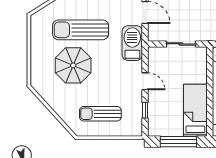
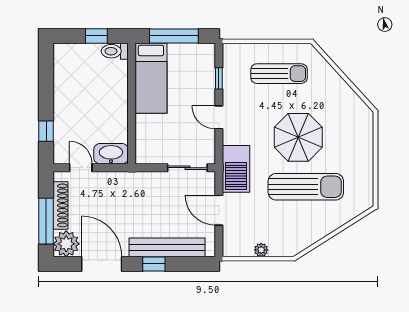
sliding door: (181, 44) -> (187, 168), moved
parasol: (73, 65) -> (298, 137), moved

